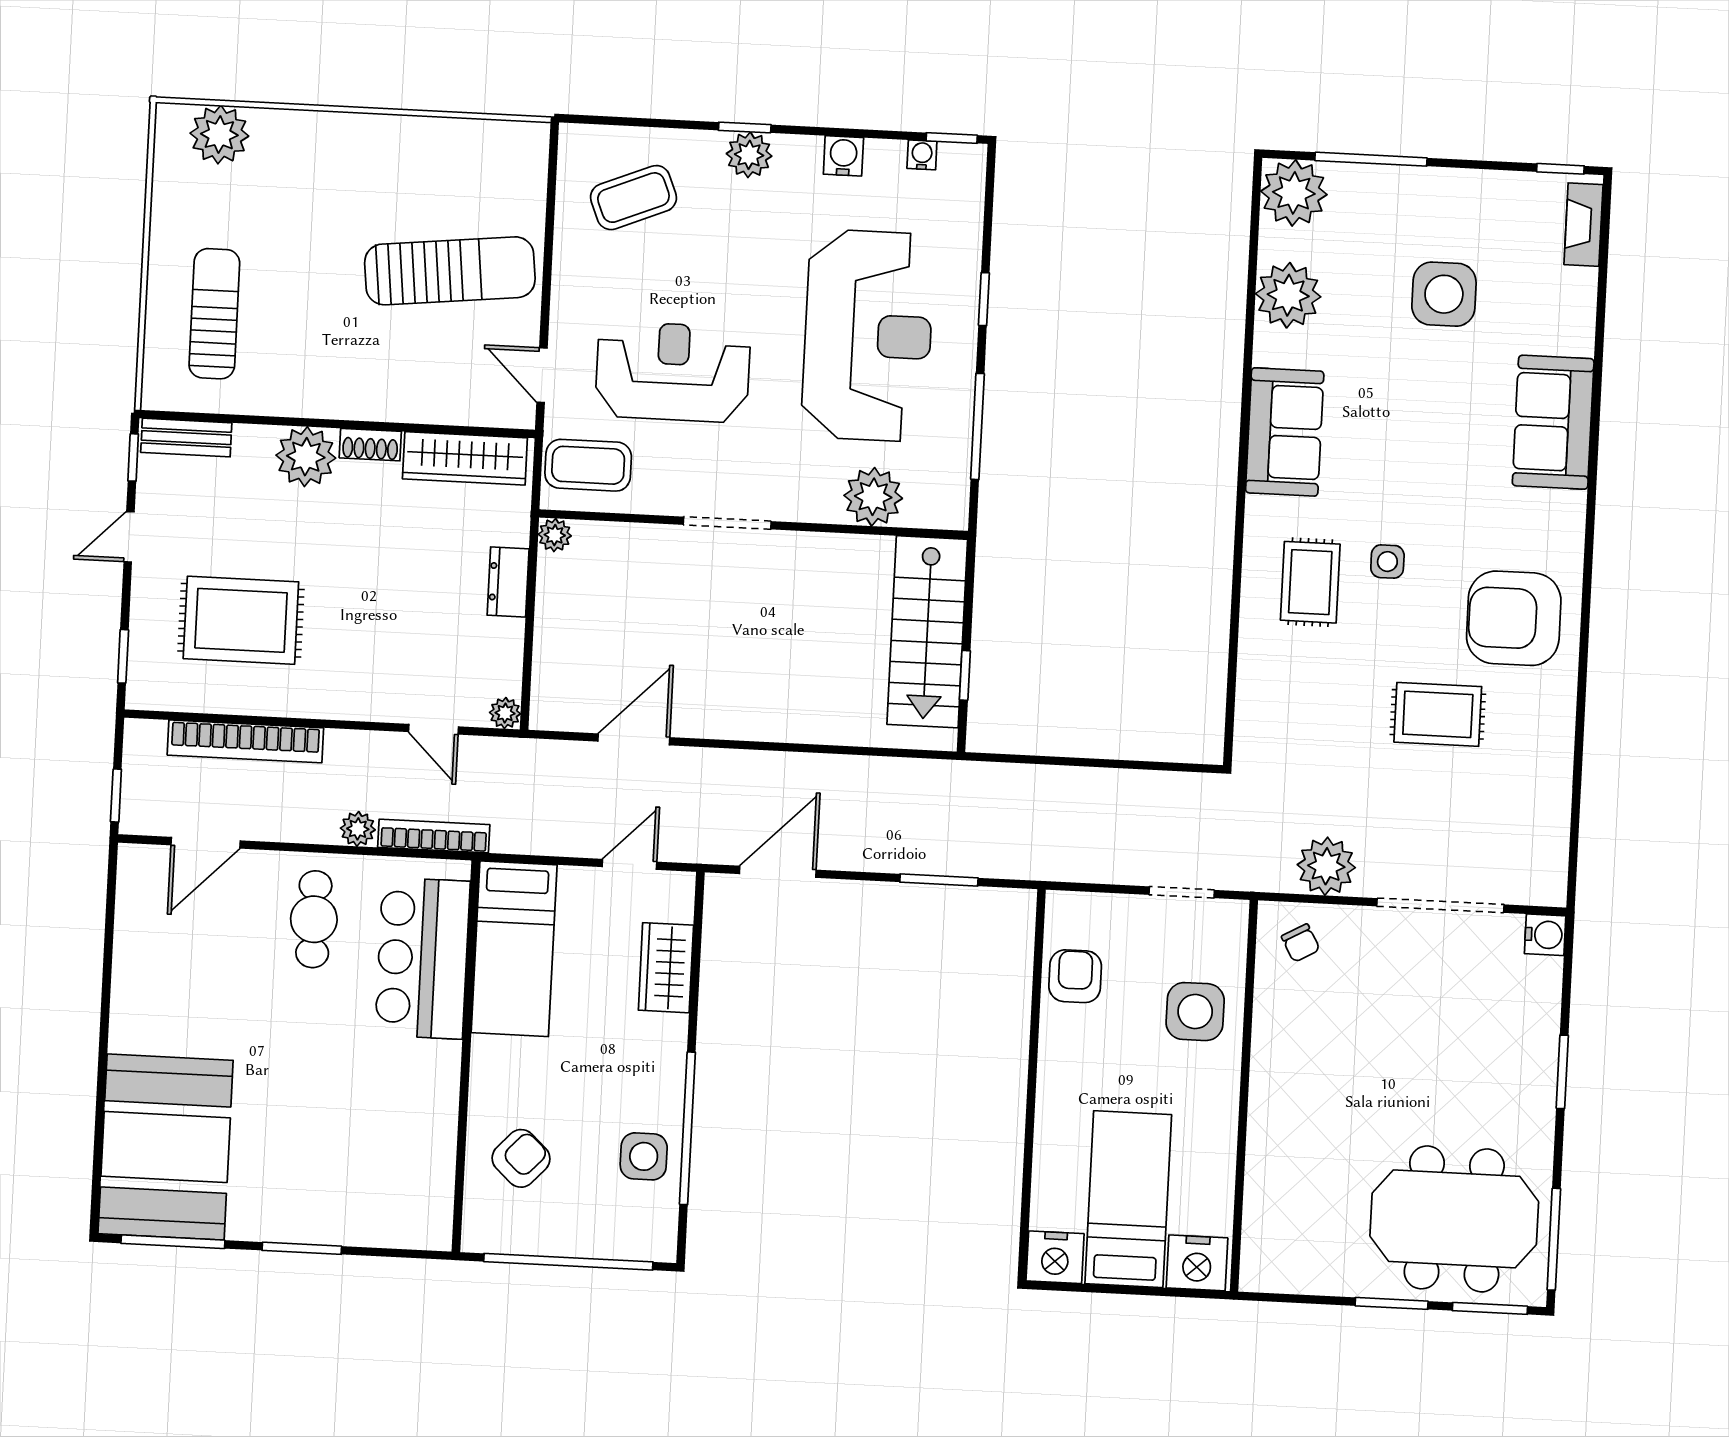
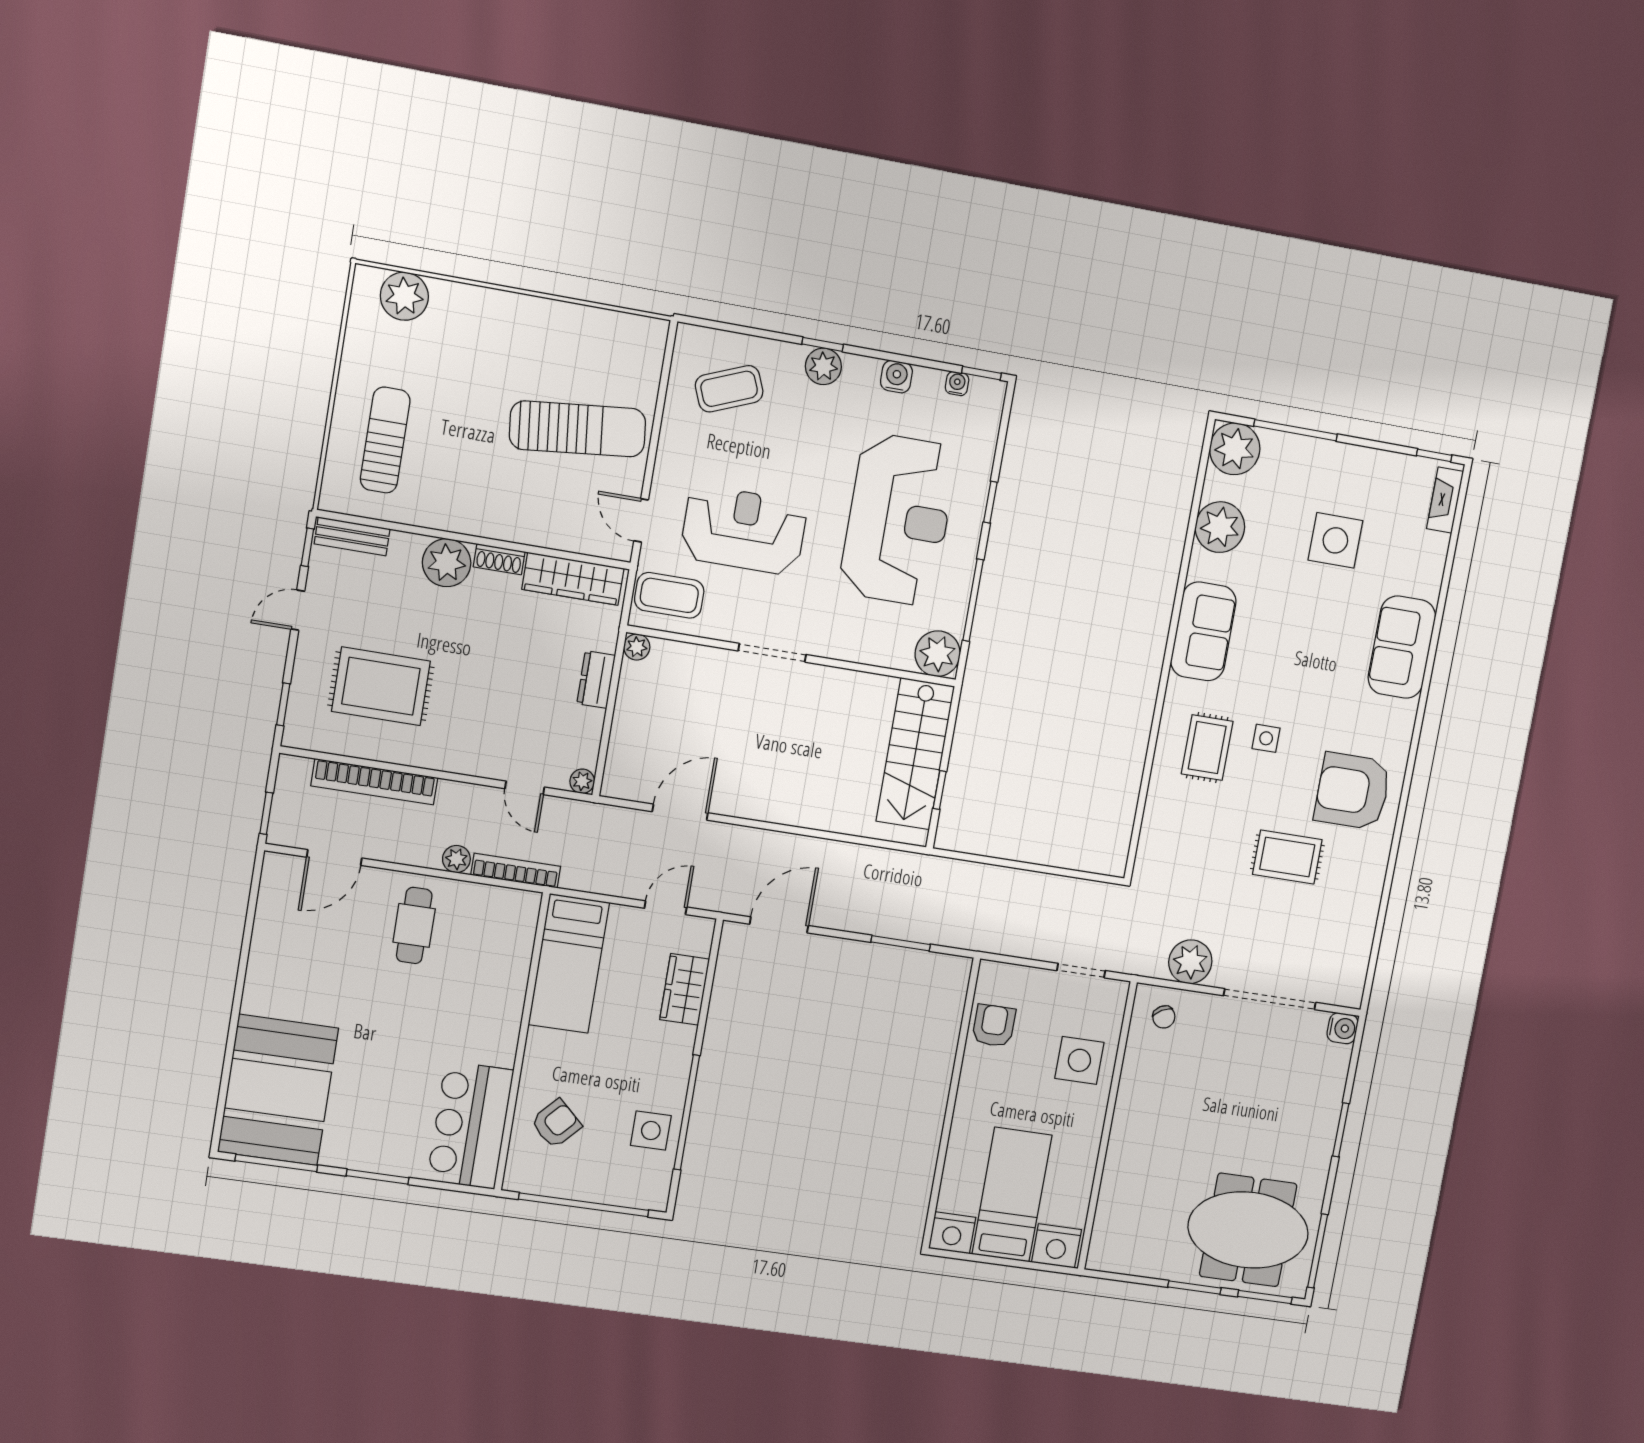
plant: (873, 497) -> (938, 654), moved
bar counter: (423, 958) -> (470, 1125), moved

